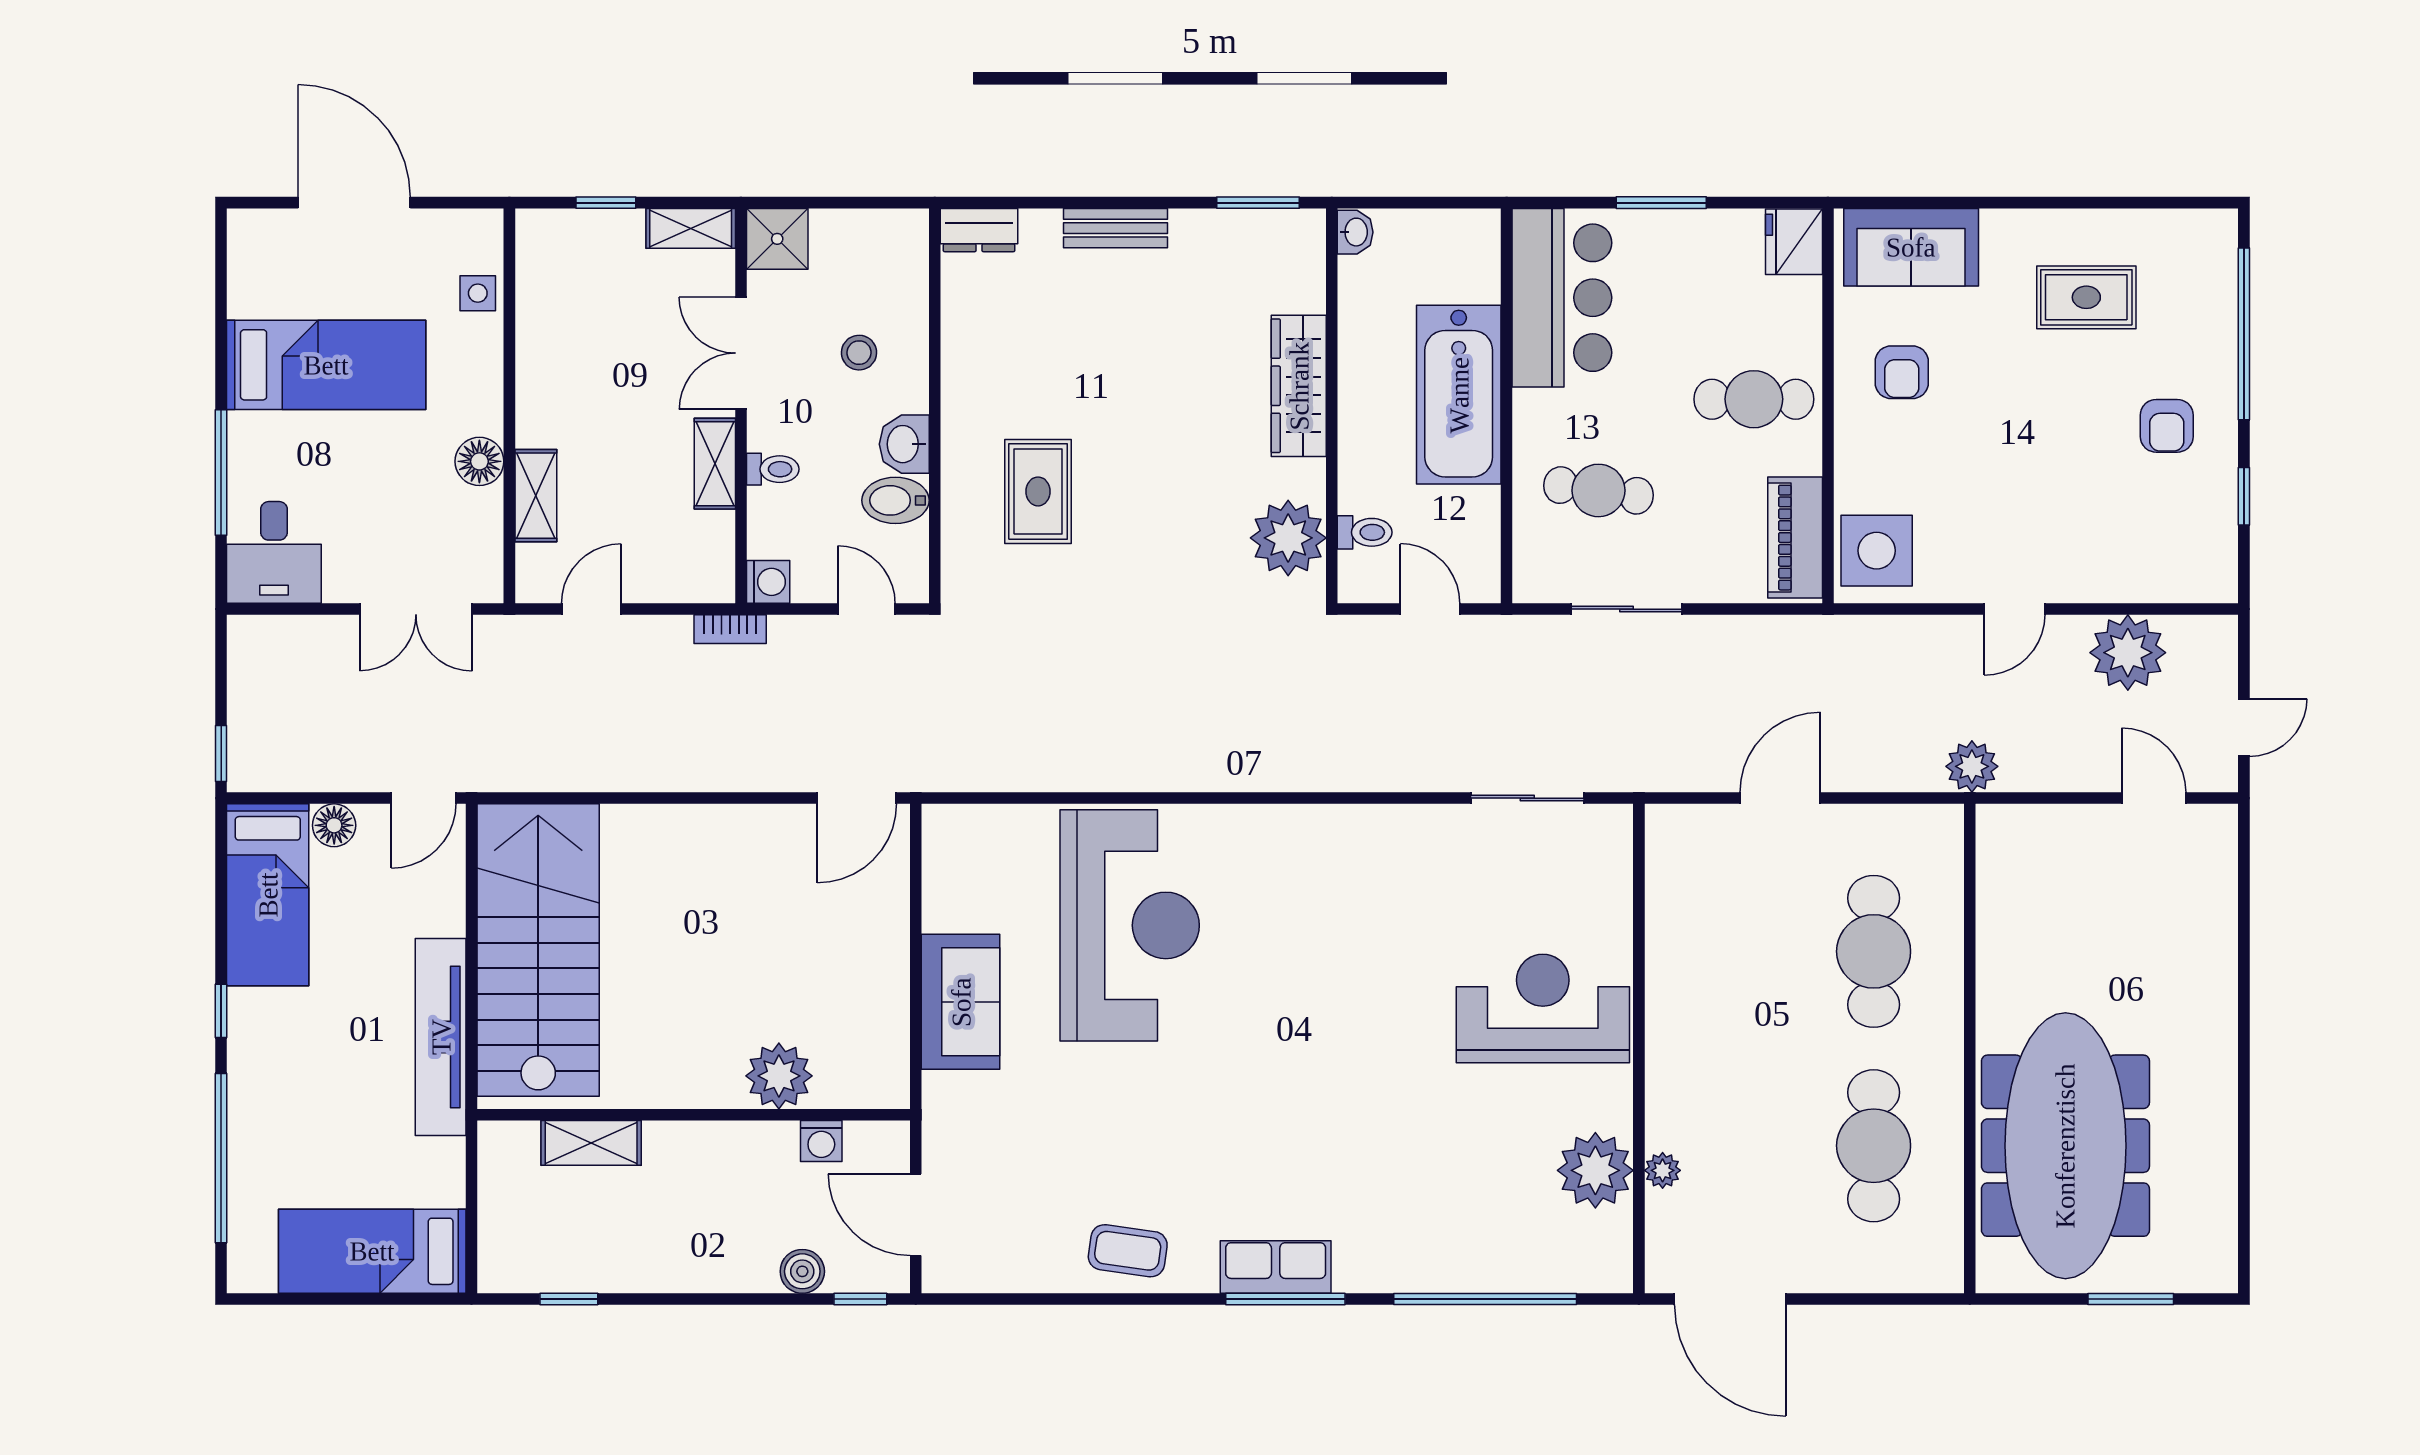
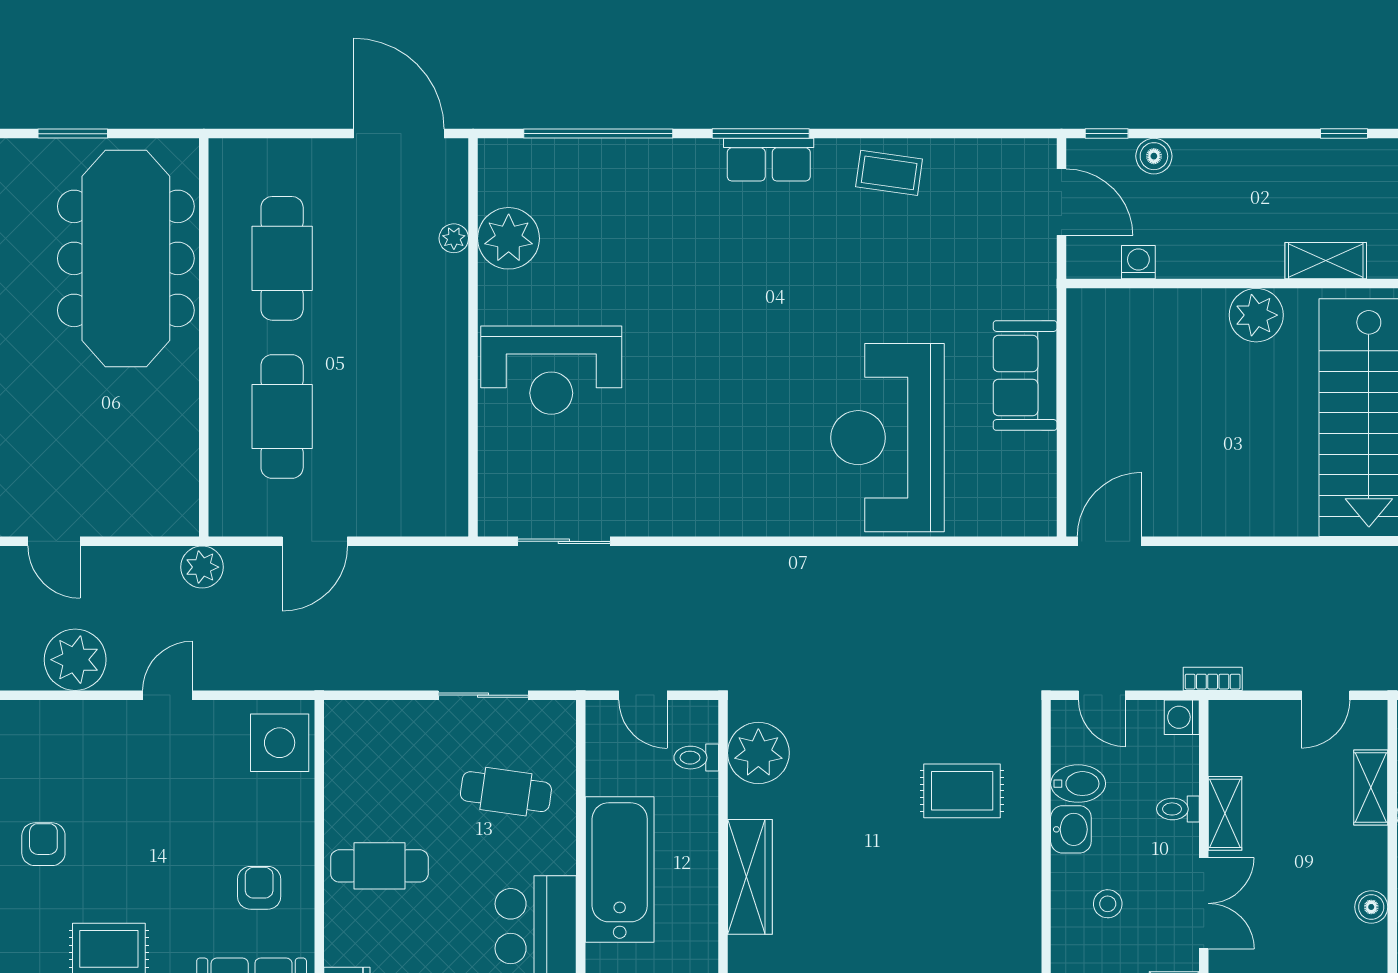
boiler: (535, 349) -> (1371, 907), added
rug: (1038, 491) -> (962, 791), turned 90
piano: (1795, 538) -> (346, 753), removed
door: (1780, 798) -> (315, 541), moved
plant: (779, 1076) -> (1256, 315), moved

